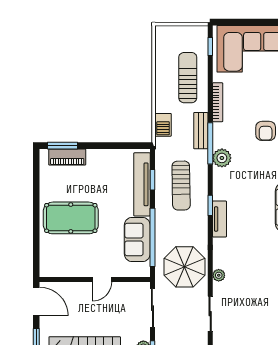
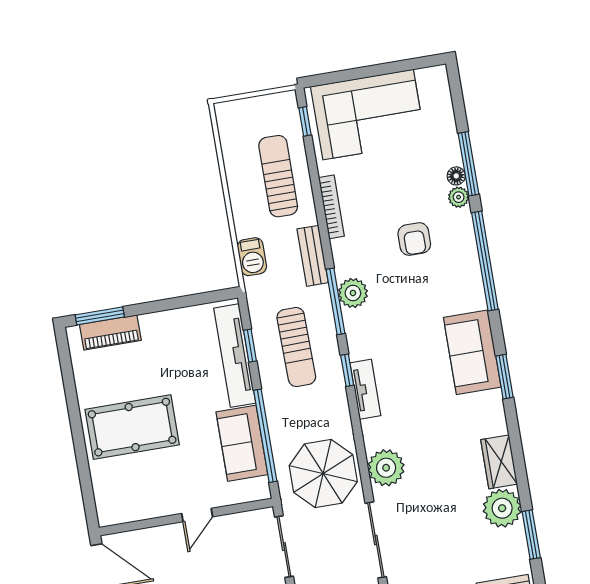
window: (210, 143) -> (336, 301), moved
plant: (219, 275) -> (386, 468), width x1.87, depth x1.87
sliding door: (210, 314) -> (376, 540), width x1.37

